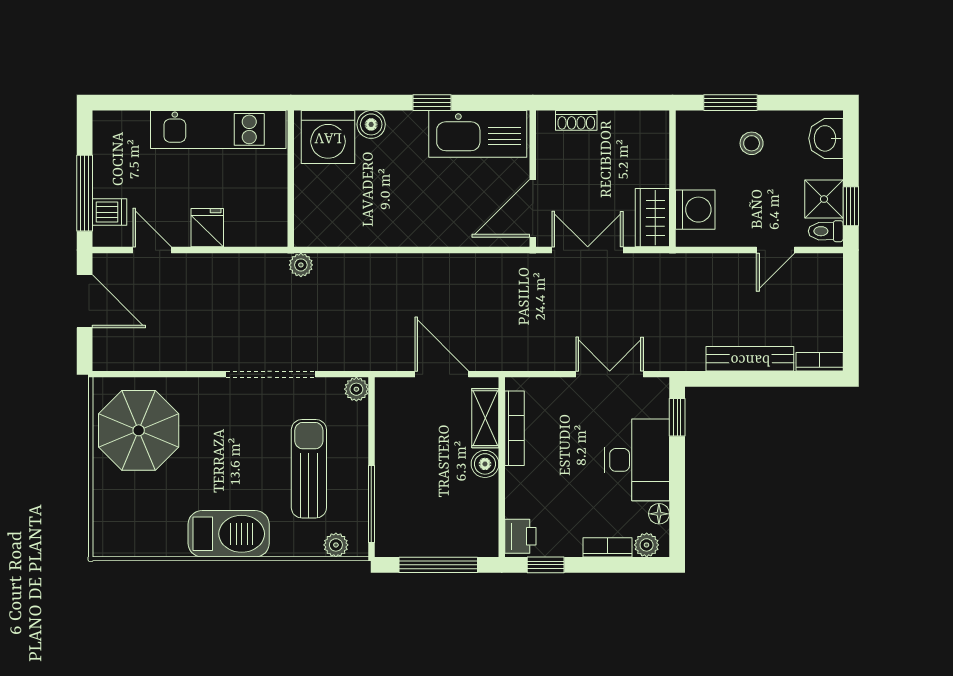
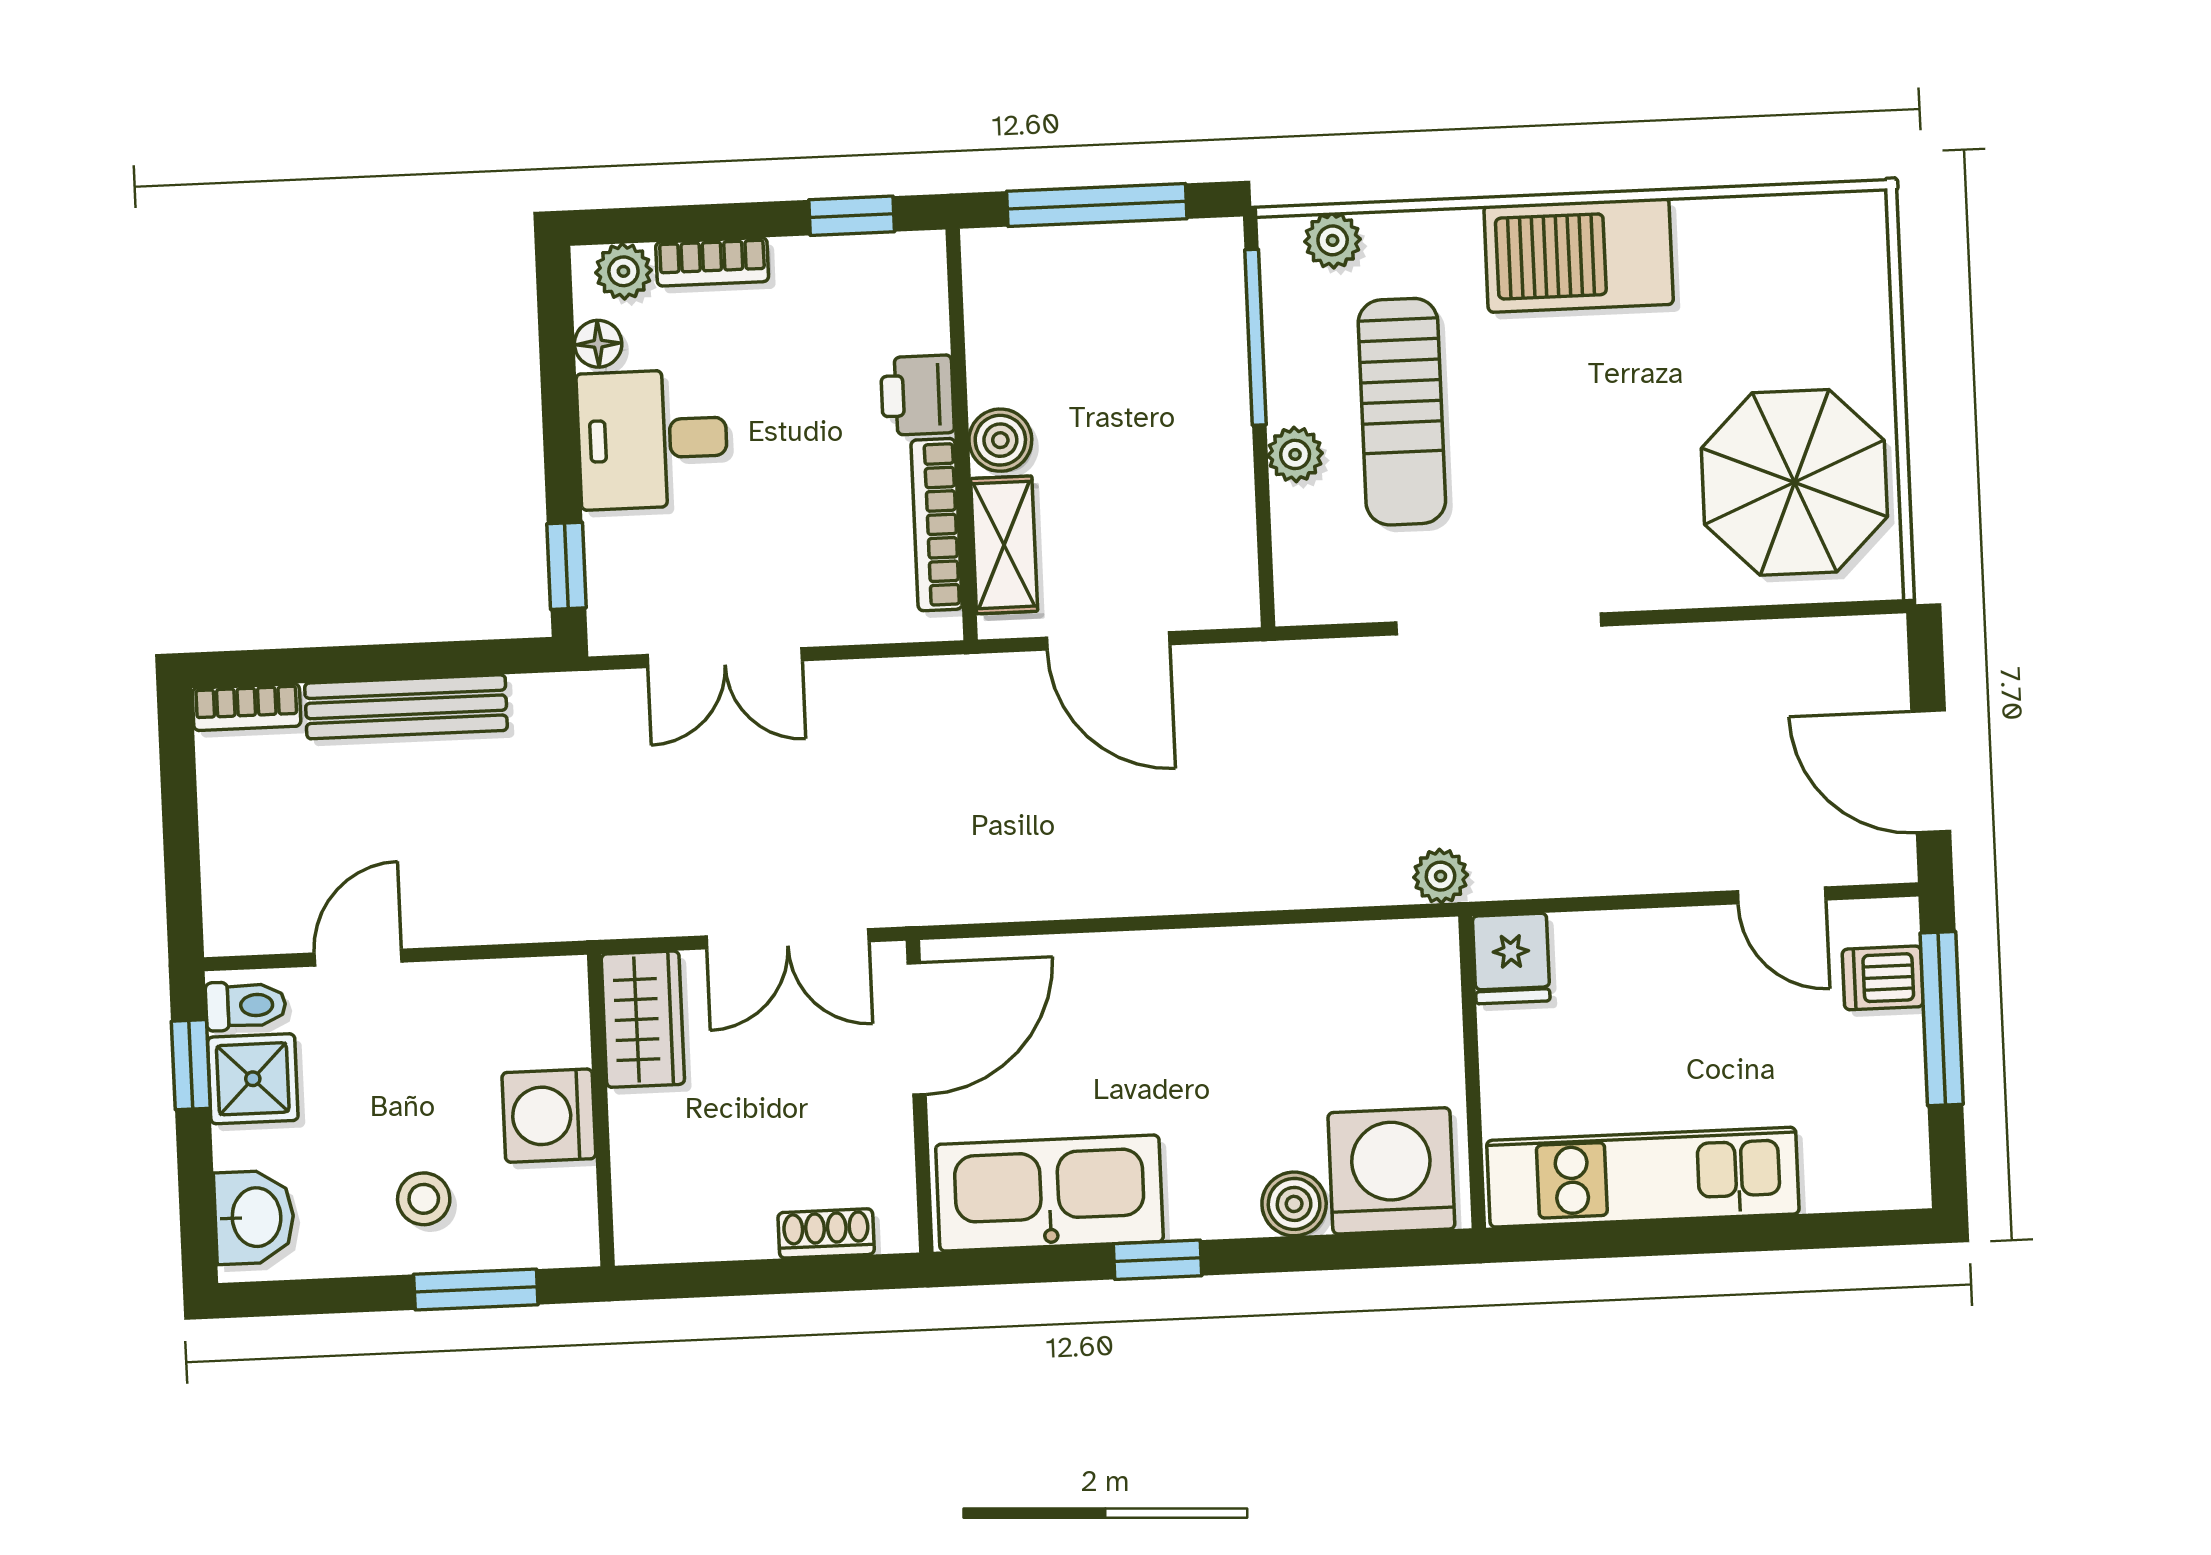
washing machine: (695, 210) -> (549, 1116), moved
fridge: (207, 228) -> (1511, 958), moved
plant: (356, 389) -> (1295, 454), moved
desk: (637, 460) -> (652, 439), width x0.73
printer: (520, 536) -> (917, 395), moved

